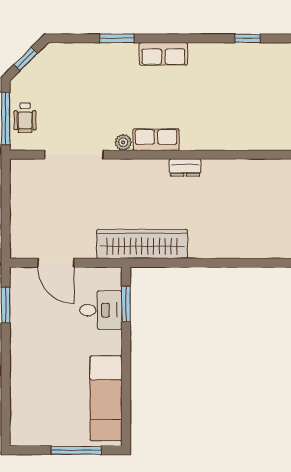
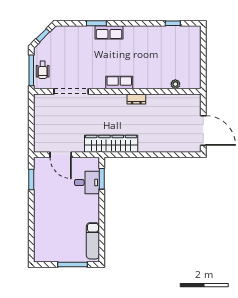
row of seats: (163, 54) -> (109, 32), moved
plant: (123, 142) -> (175, 84), moved
exam couch: (106, 398) -> (93, 241), width x0.73, depth x0.69

